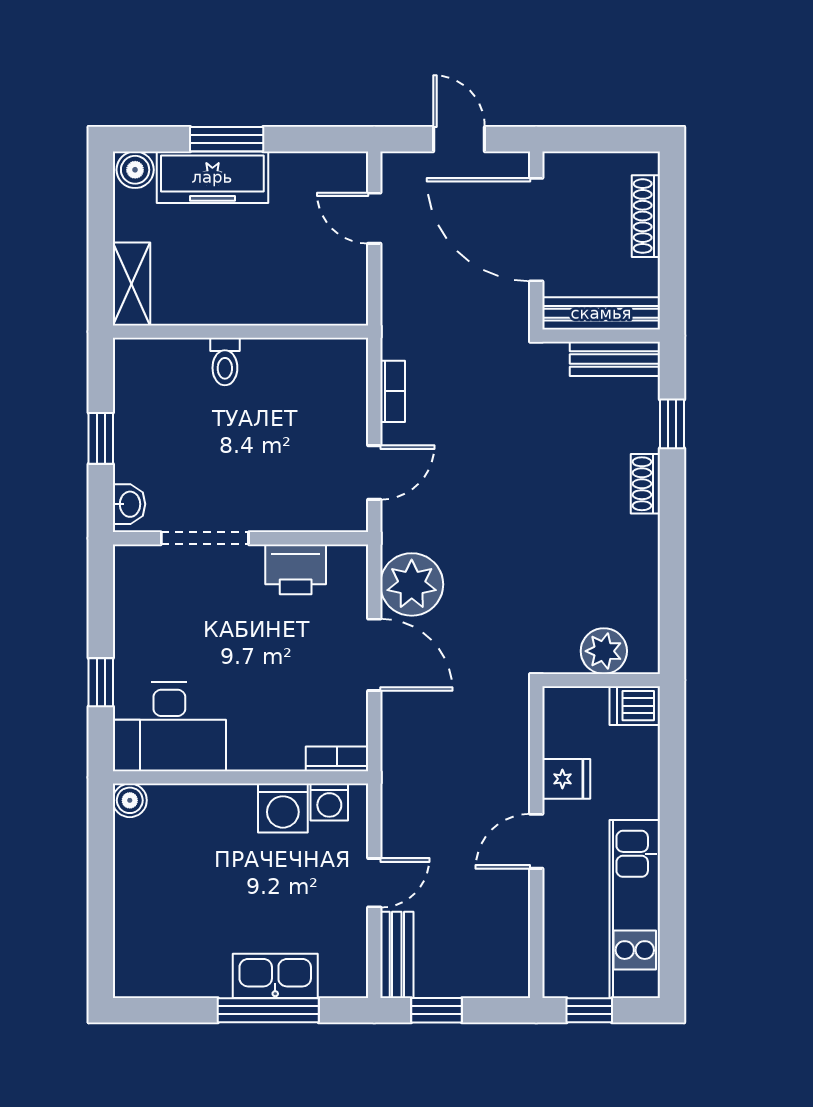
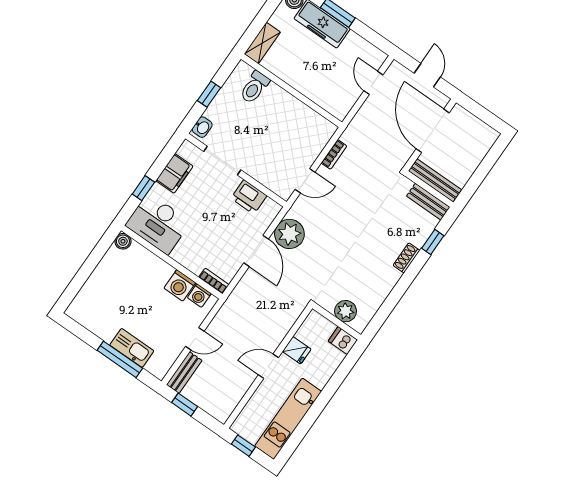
shoe rack: (646, 216) -> (479, 155), removed
toilet: (225, 362) -> (255, 87), moved, width x1.37, depth x1.39
filing cabinet: (137, 619) -> (174, 173), added

